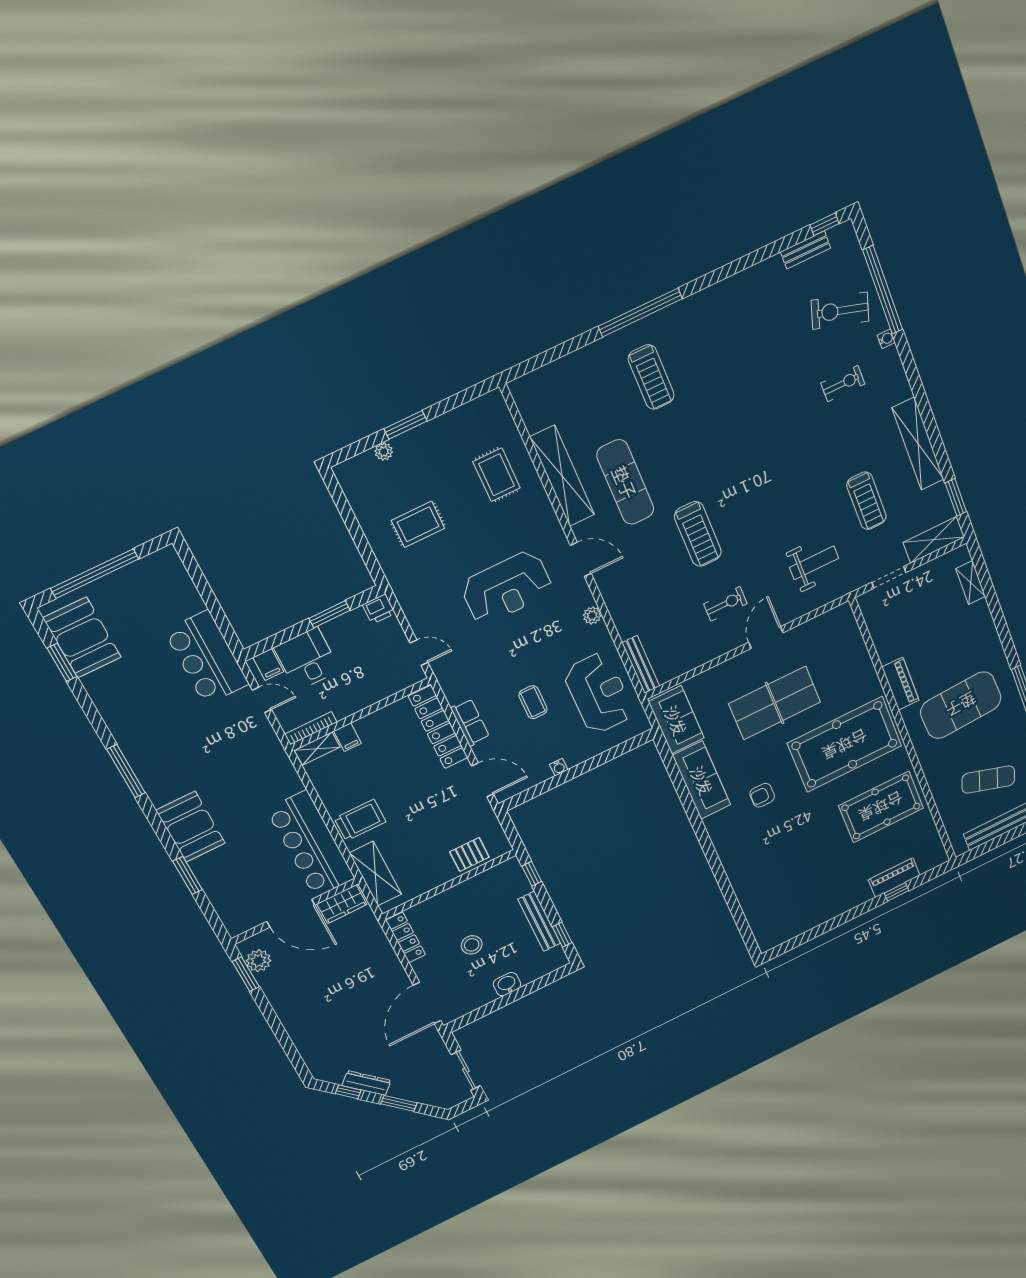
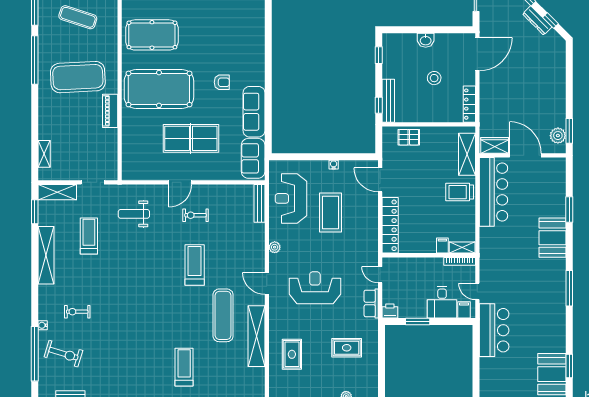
coffee table: (533, 702) -> (331, 212), width x1.86, depth x1.72
row of seats: (470, 722) -> (371, 303), moved
bench: (539, 921) -> (388, 101), moved

